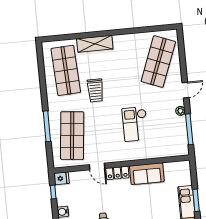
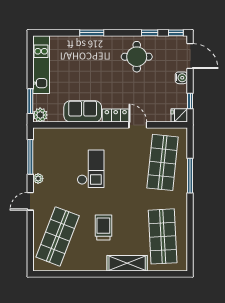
trolley: (95, 90) -> (103, 227), moved
plant: (184, 167) -> (40, 115), added
window: (196, 200) -> (30, 101), moved

